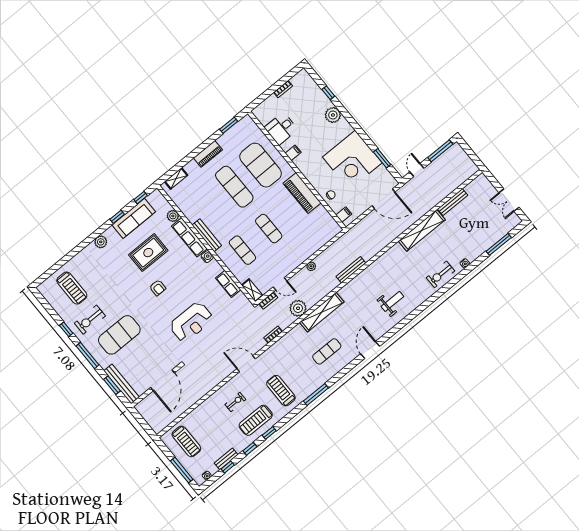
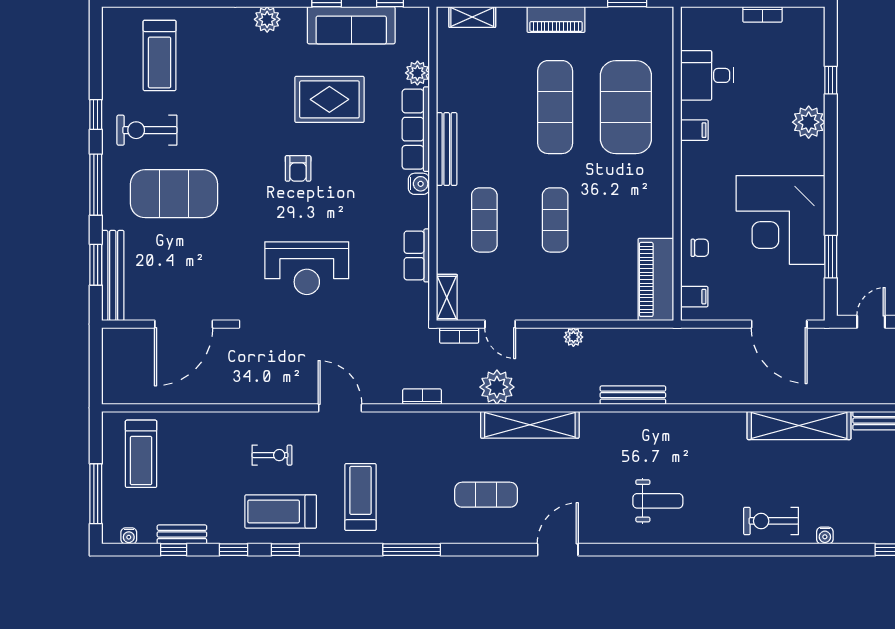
piano: (302, 193) -> (656, 279), moved

